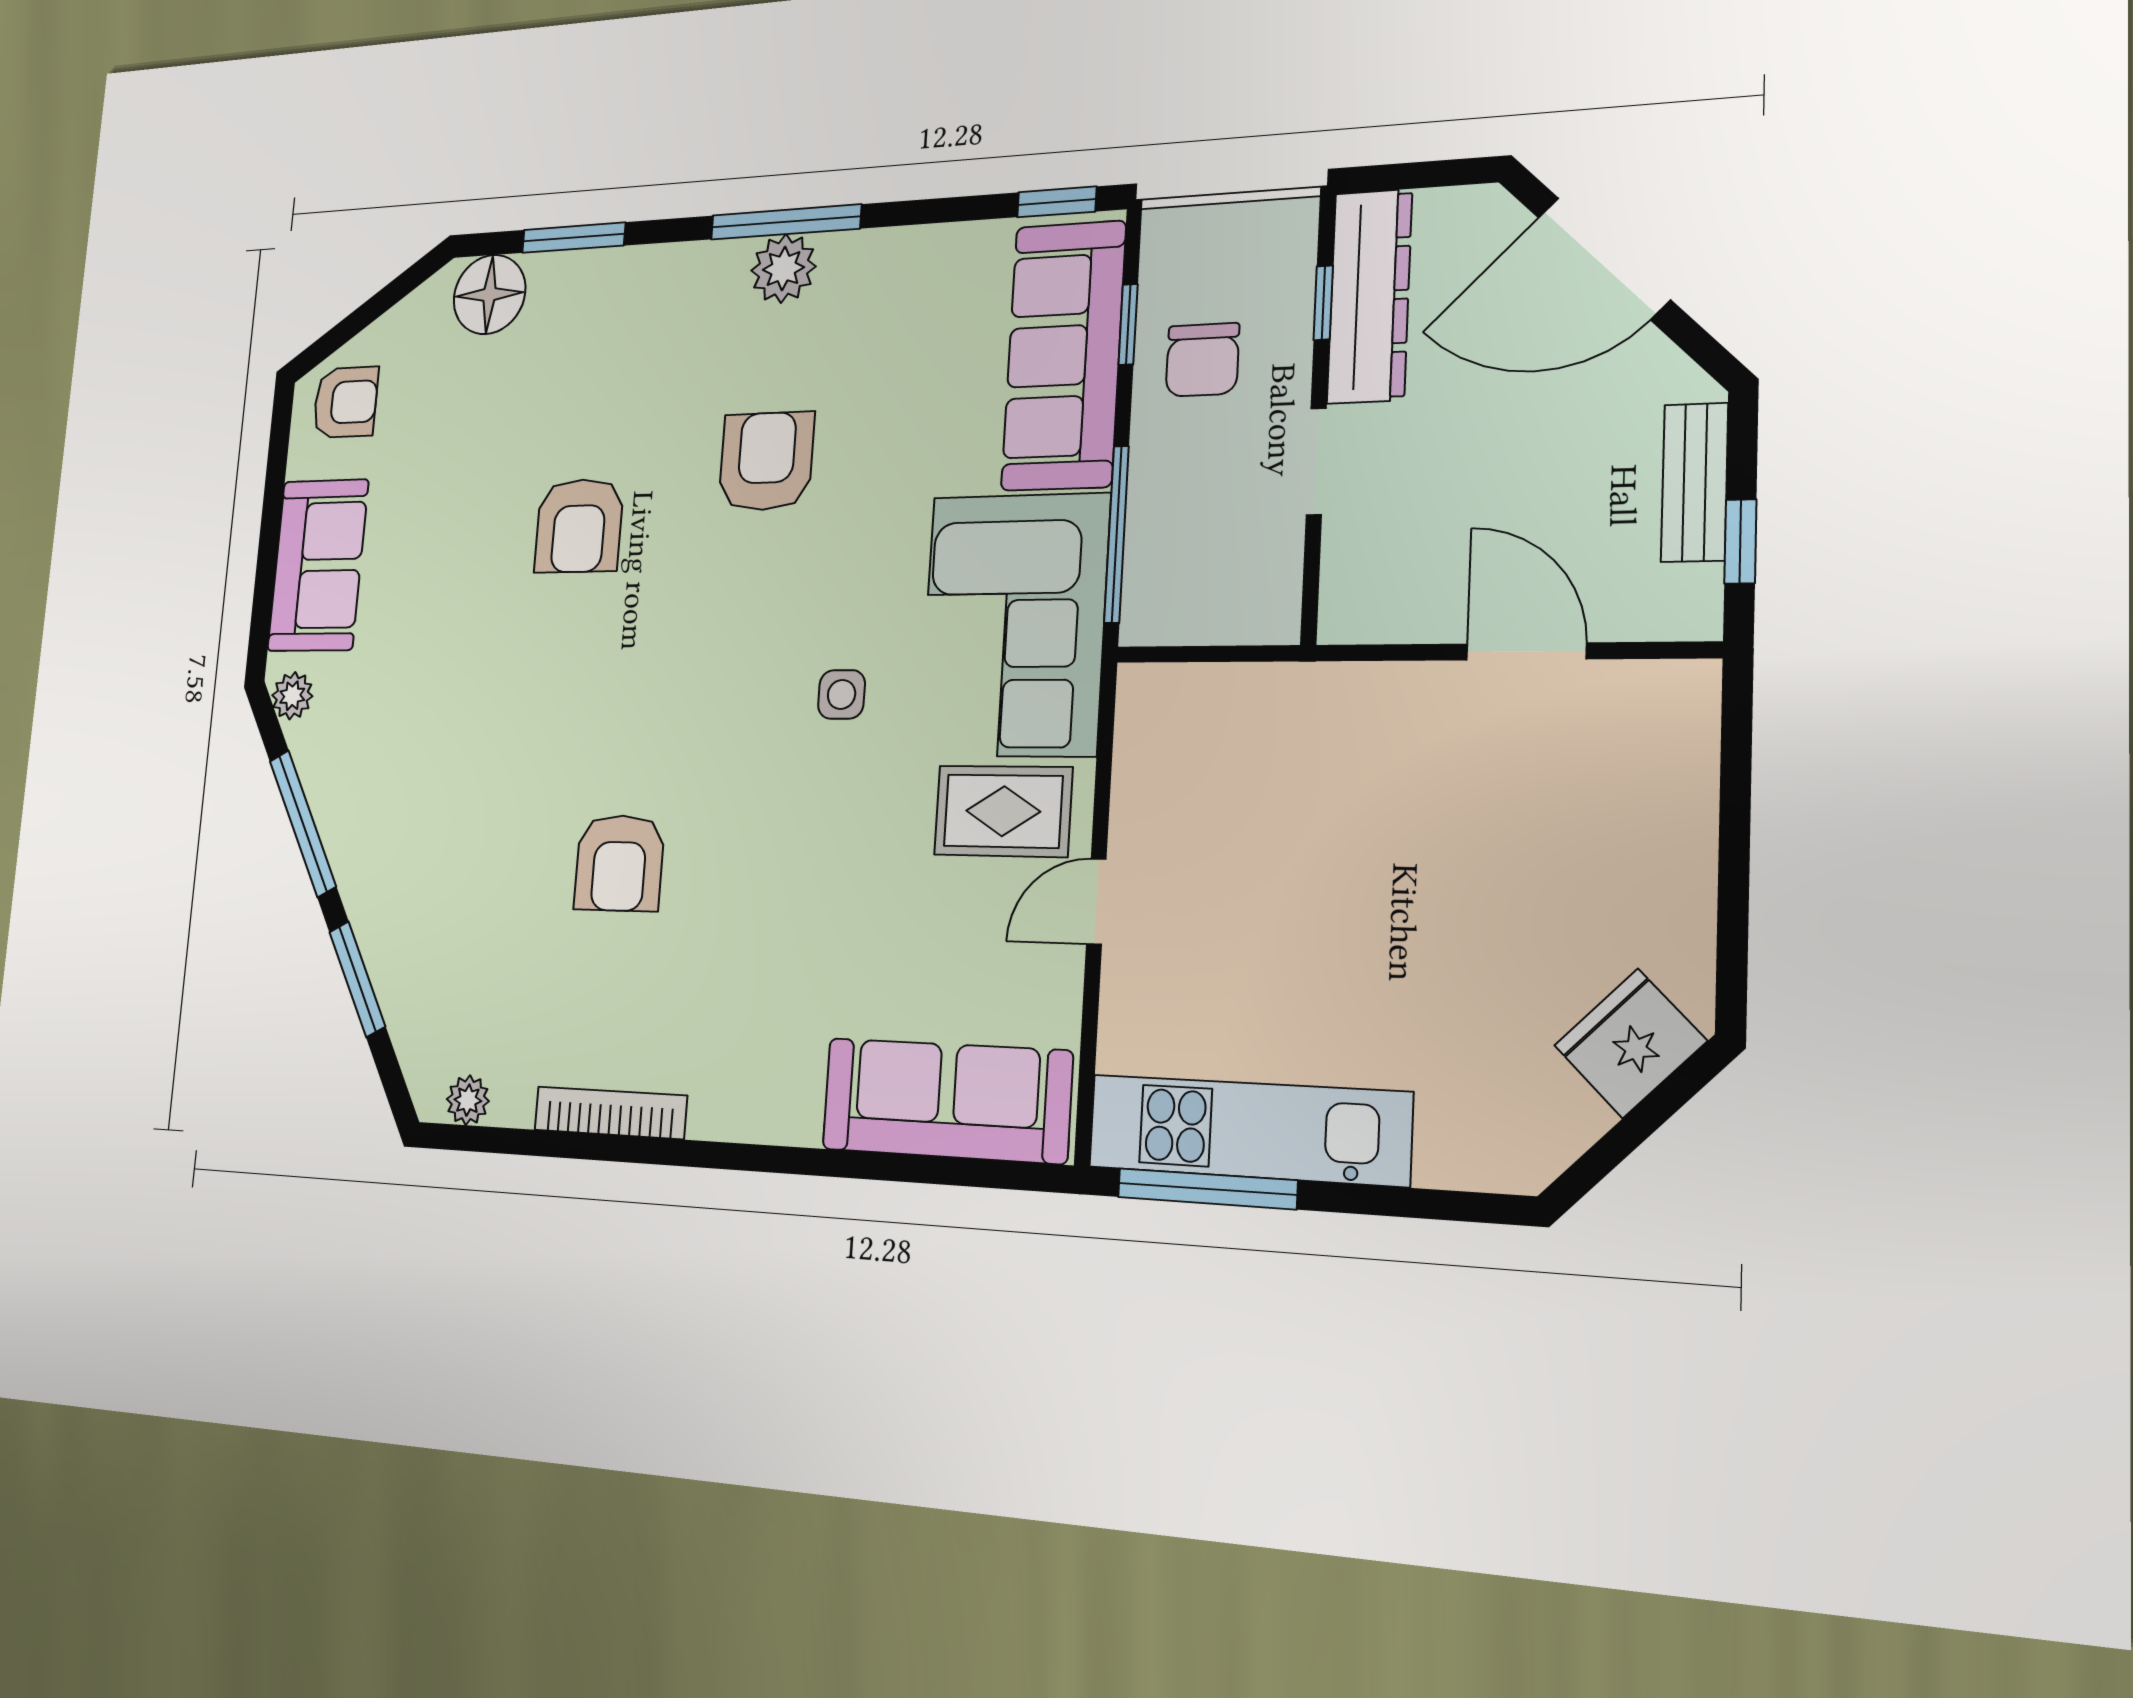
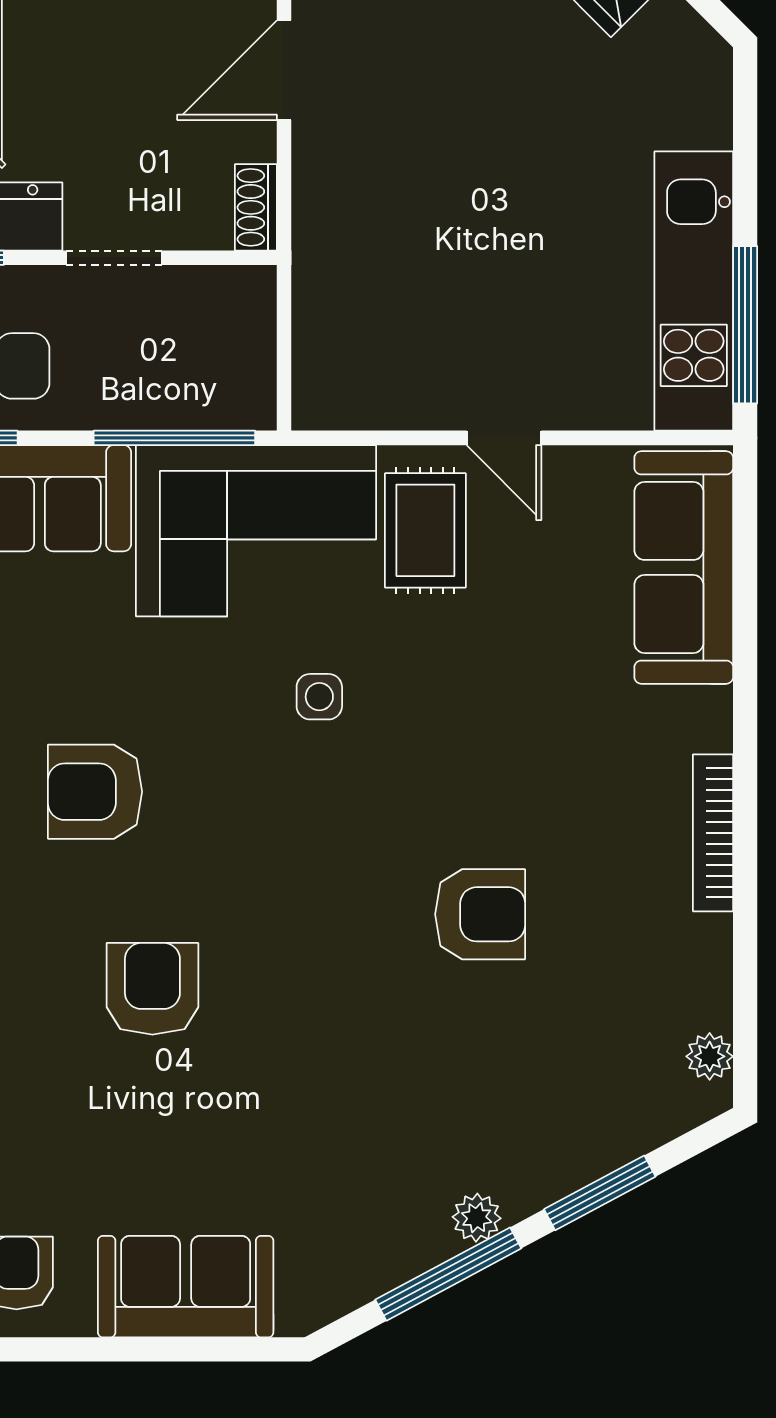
armchair: (579, 526) -> (152, 989), turned -90
shoe rack: (1367, 620) -> (256, 207), added
plant: (292, 696) -> (477, 1218), moved
bookcase: (610, 1113) -> (713, 833), moved

